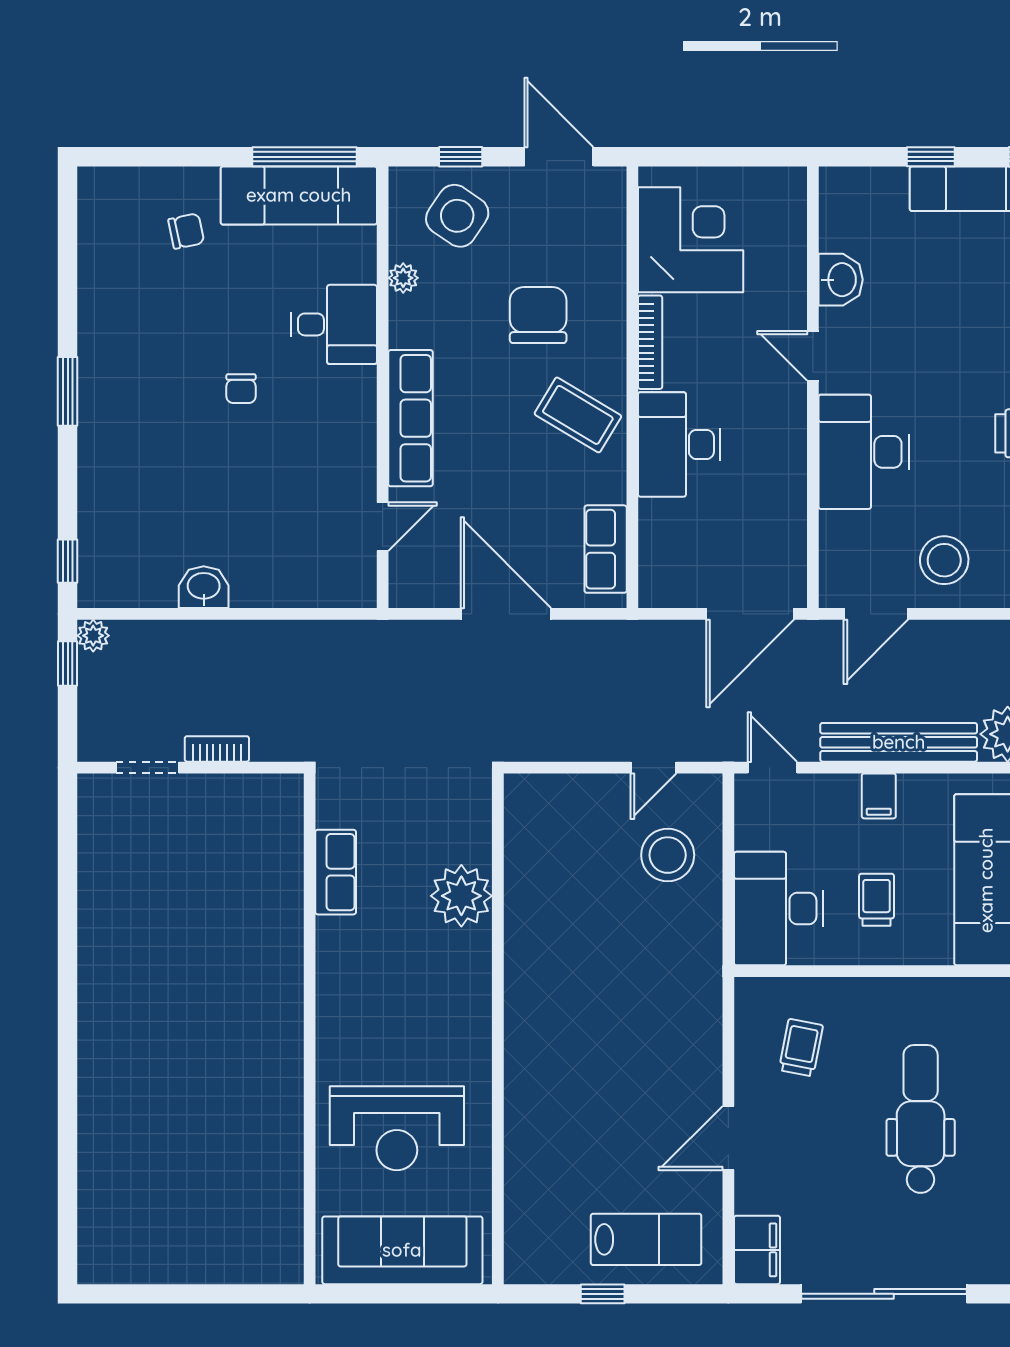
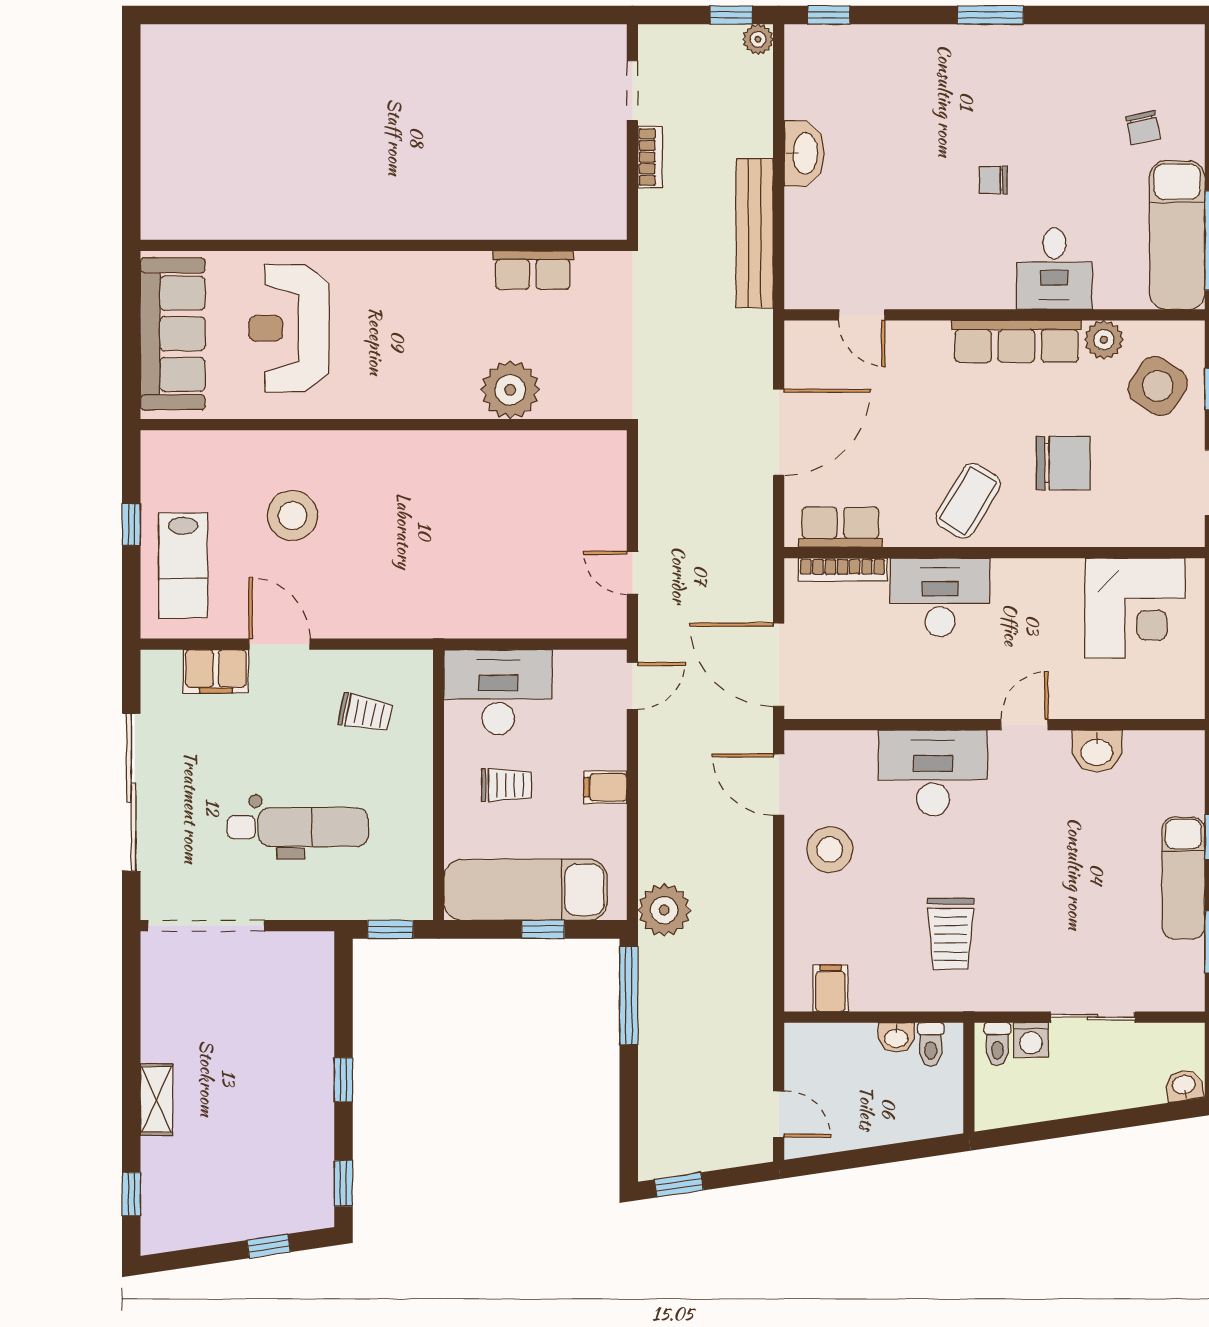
plant: (403, 278) -> (1104, 340), width x1.38, depth x1.38
bookcase: (650, 342) -> (843, 570), moved
row of seats: (410, 418) -> (1016, 341), moved
washbasin: (204, 587) -> (804, 154), width x1.38
bench: (899, 742) -> (755, 233), moved
stool: (668, 855) -> (292, 516), moved
filing cabinet: (757, 1250) -> (216, 671), moved

